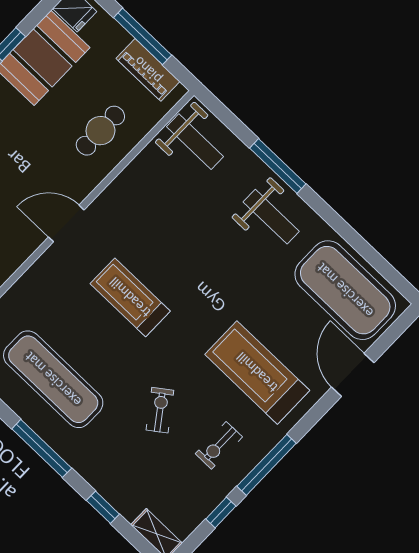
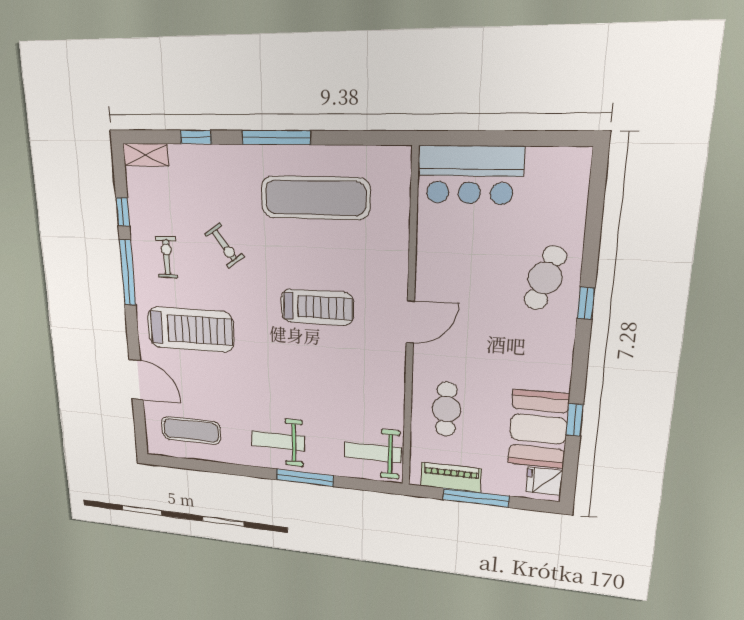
exercise mat: (345, 290) -> (191, 430), width x0.50, depth x0.69

